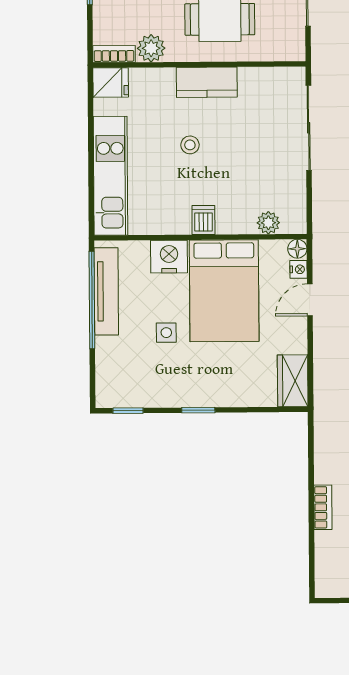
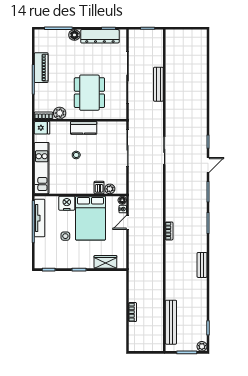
dishwasher: (203, 220) -> (99, 187), moved
wardrobe: (293, 381) -> (105, 262), moved, turned 90

